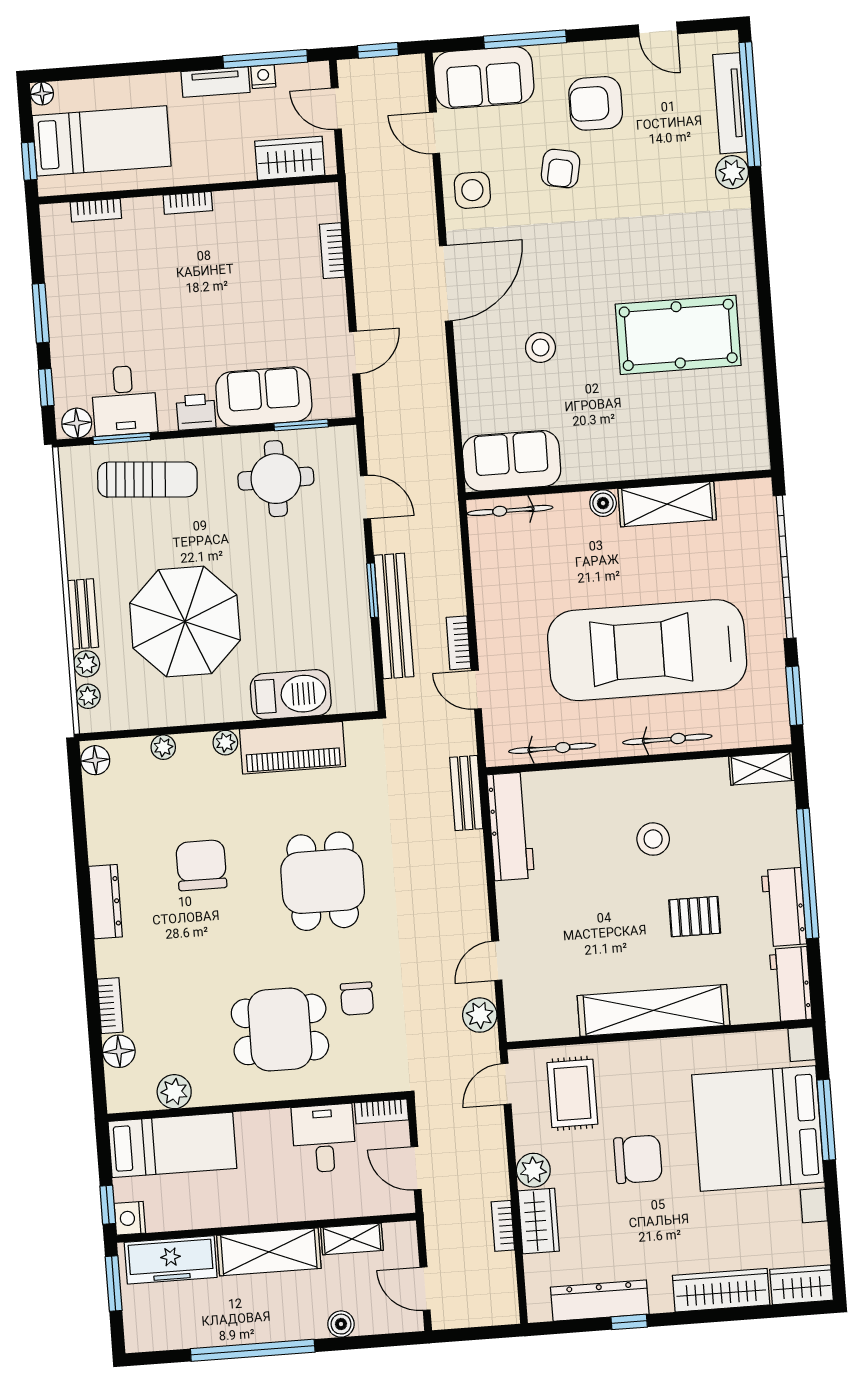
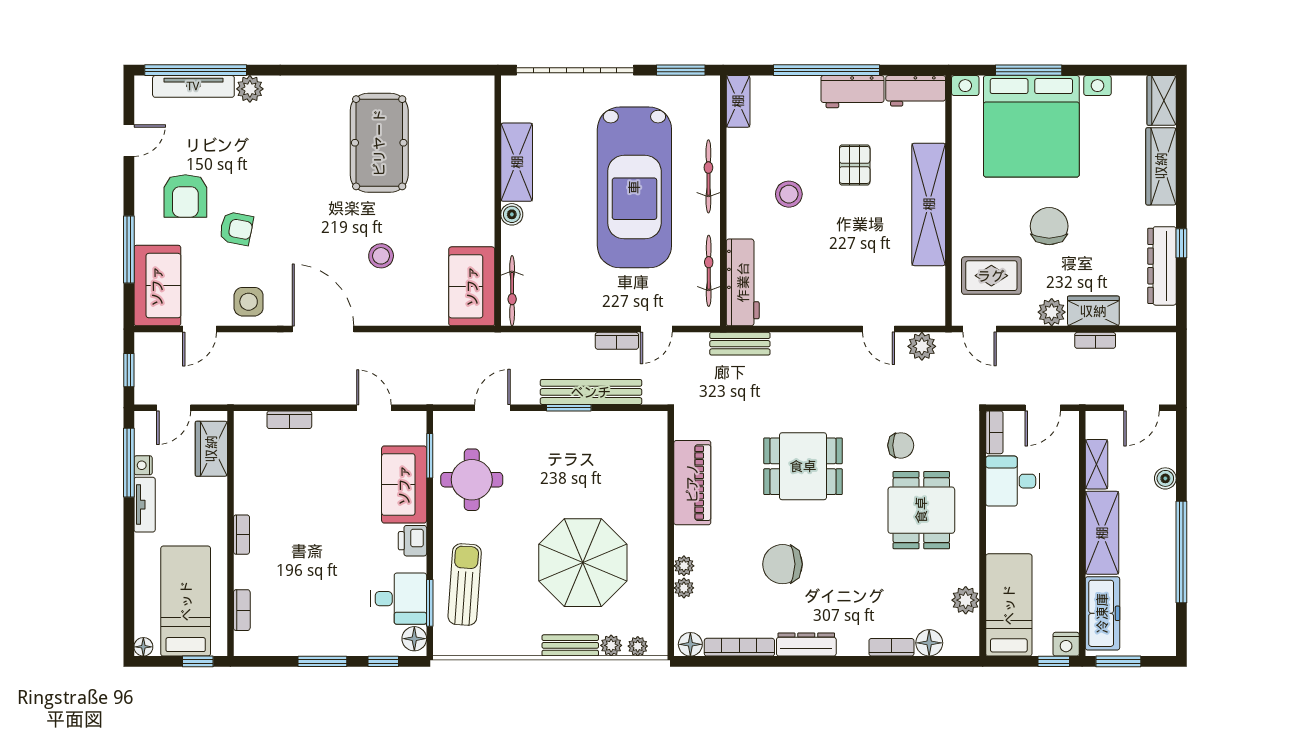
barbecue: (291, 695) -> (649, 481), removed
plant: (225, 743) -> (684, 566), moved
bookcase: (96, 820) -> (739, 647), added
workbench: (511, 826) -> (743, 282), moved, turned 90

